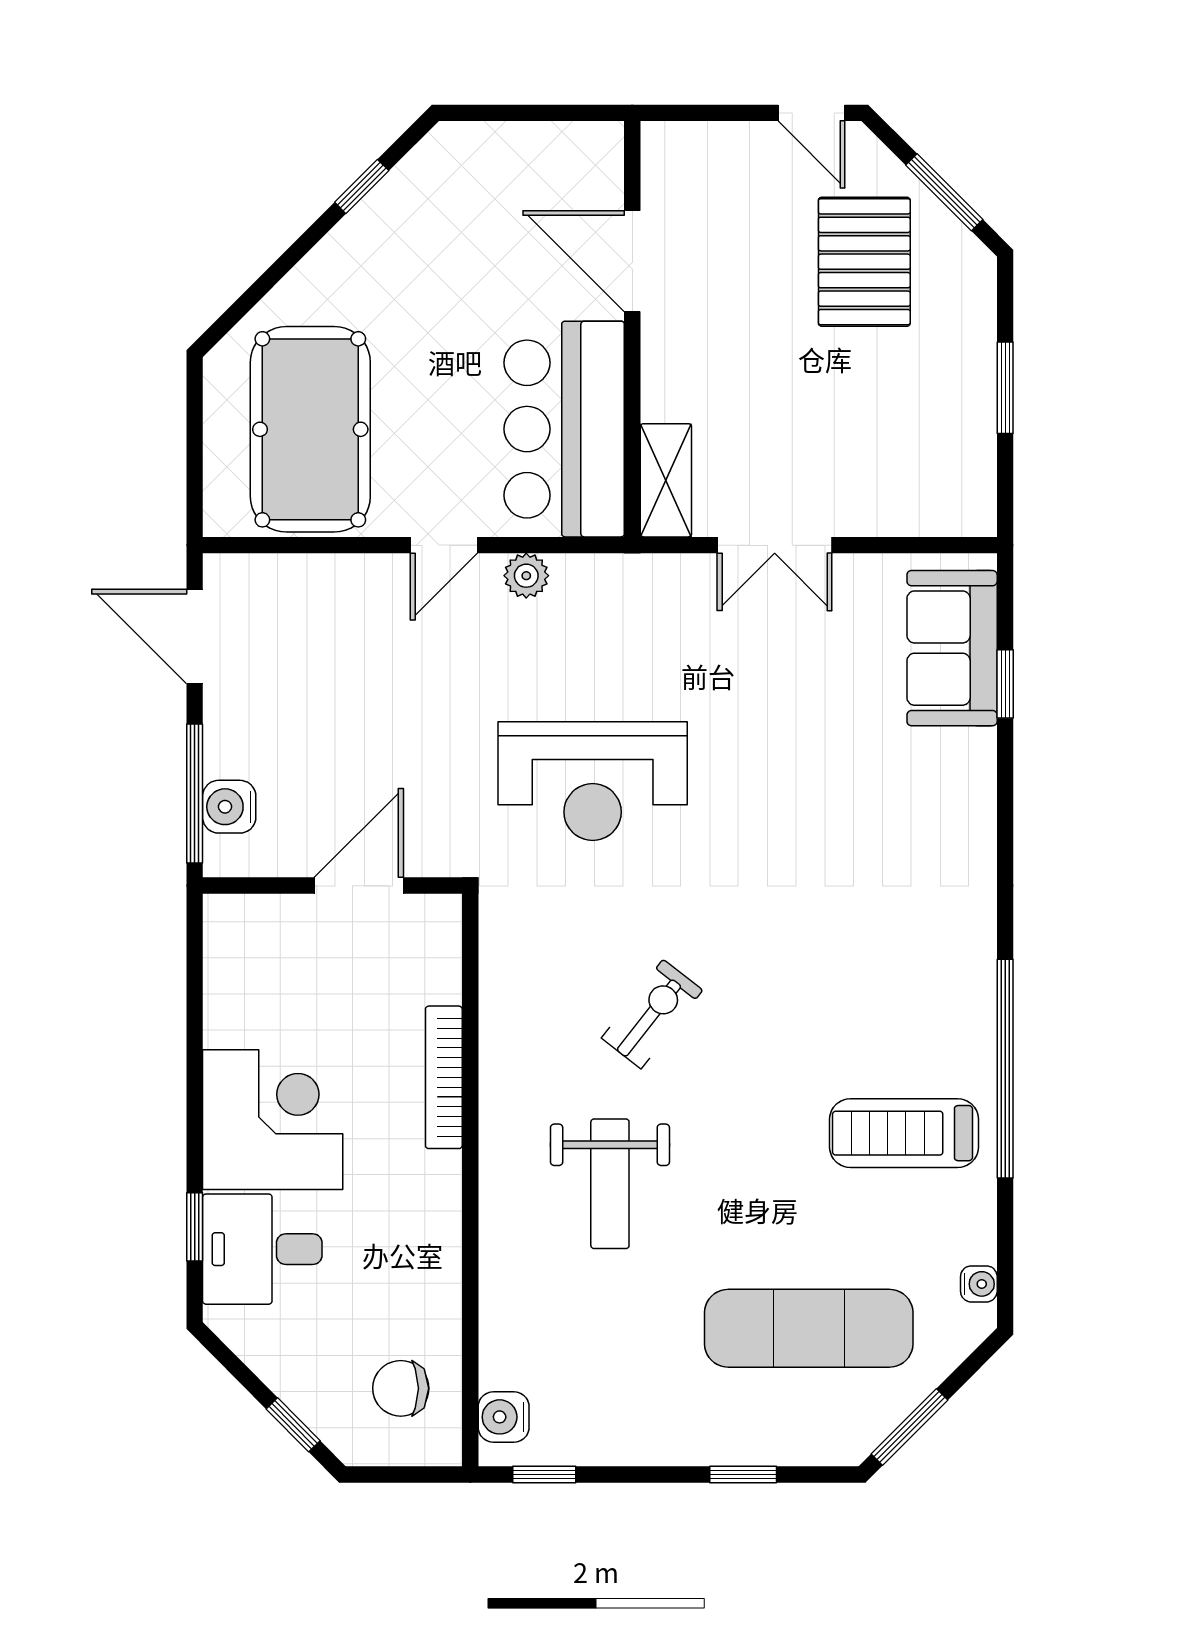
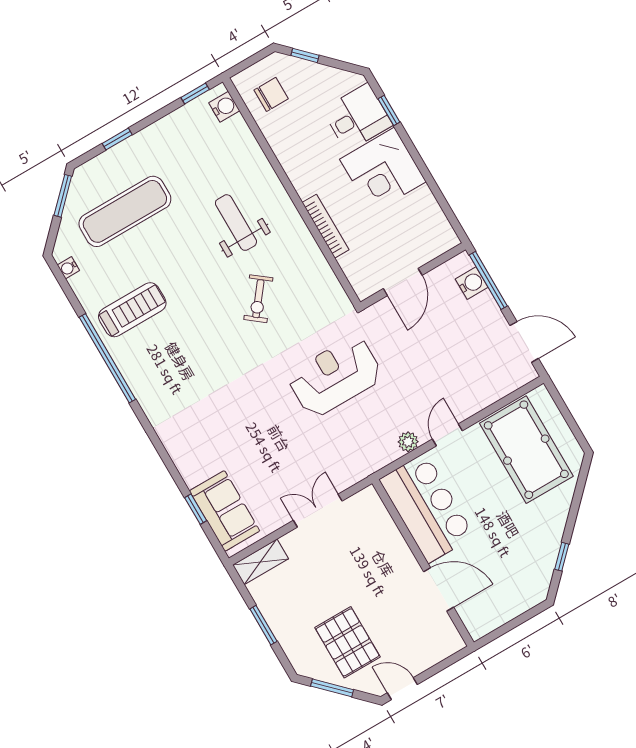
shelving: (666, 480) -> (260, 562), moved, turned 90

